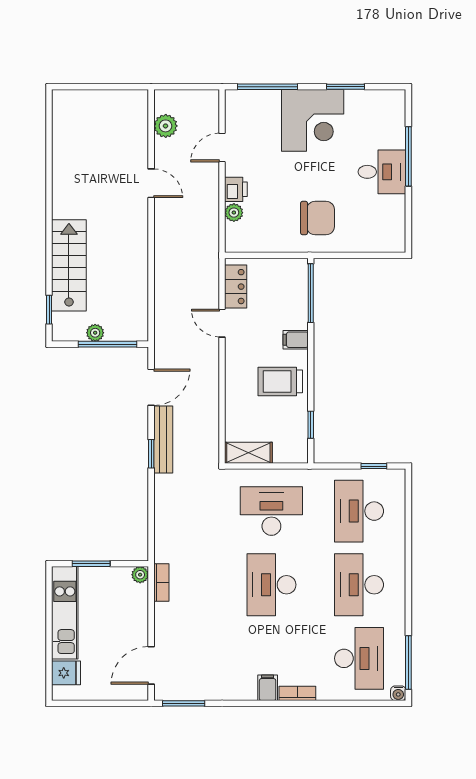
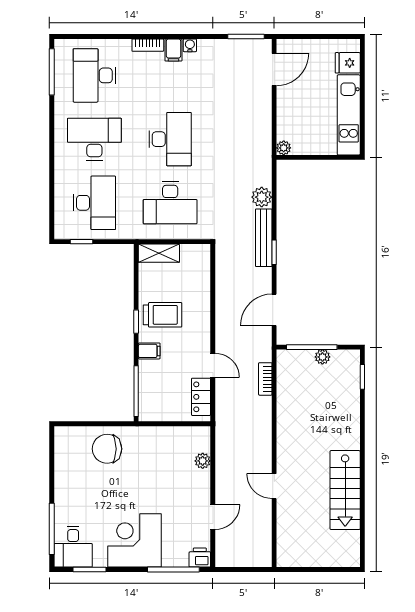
window: (346, 87) -> (89, 569), moved
plant: (166, 126) -> (262, 197), moved
window: (408, 156) -> (52, 529), moved
desk: (382, 172) -> (73, 547), moved, turned -90
printer: (236, 189) -> (200, 558), moved, turned 90
chair: (317, 218) -> (107, 449), moved
stairs: (69, 265) -> (345, 490), moved
window: (311, 425) -> (136, 322), moved
bench: (163, 440) -> (264, 238), moved
shelving: (248, 453) -> (159, 253), moved
window: (91, 564) -> (326, 157), removed
bookcase: (161, 583) -> (265, 379), moved
desk: (359, 585) -> (94, 139), turned -90
water cooler: (398, 693) -> (190, 45), moved

